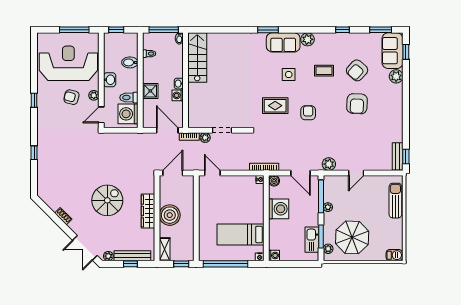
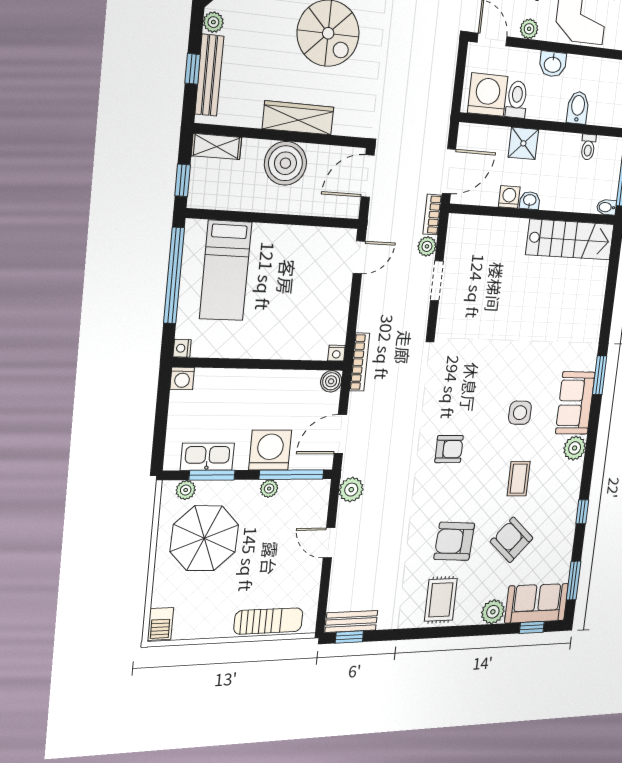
rug: (275, 106) -> (441, 600), moved
door: (173, 173) -> (368, 176), swing flipped
washing machine: (279, 209) -> (270, 450), moved, turned 180
bed: (240, 234) -> (226, 270), moved, turned 180

